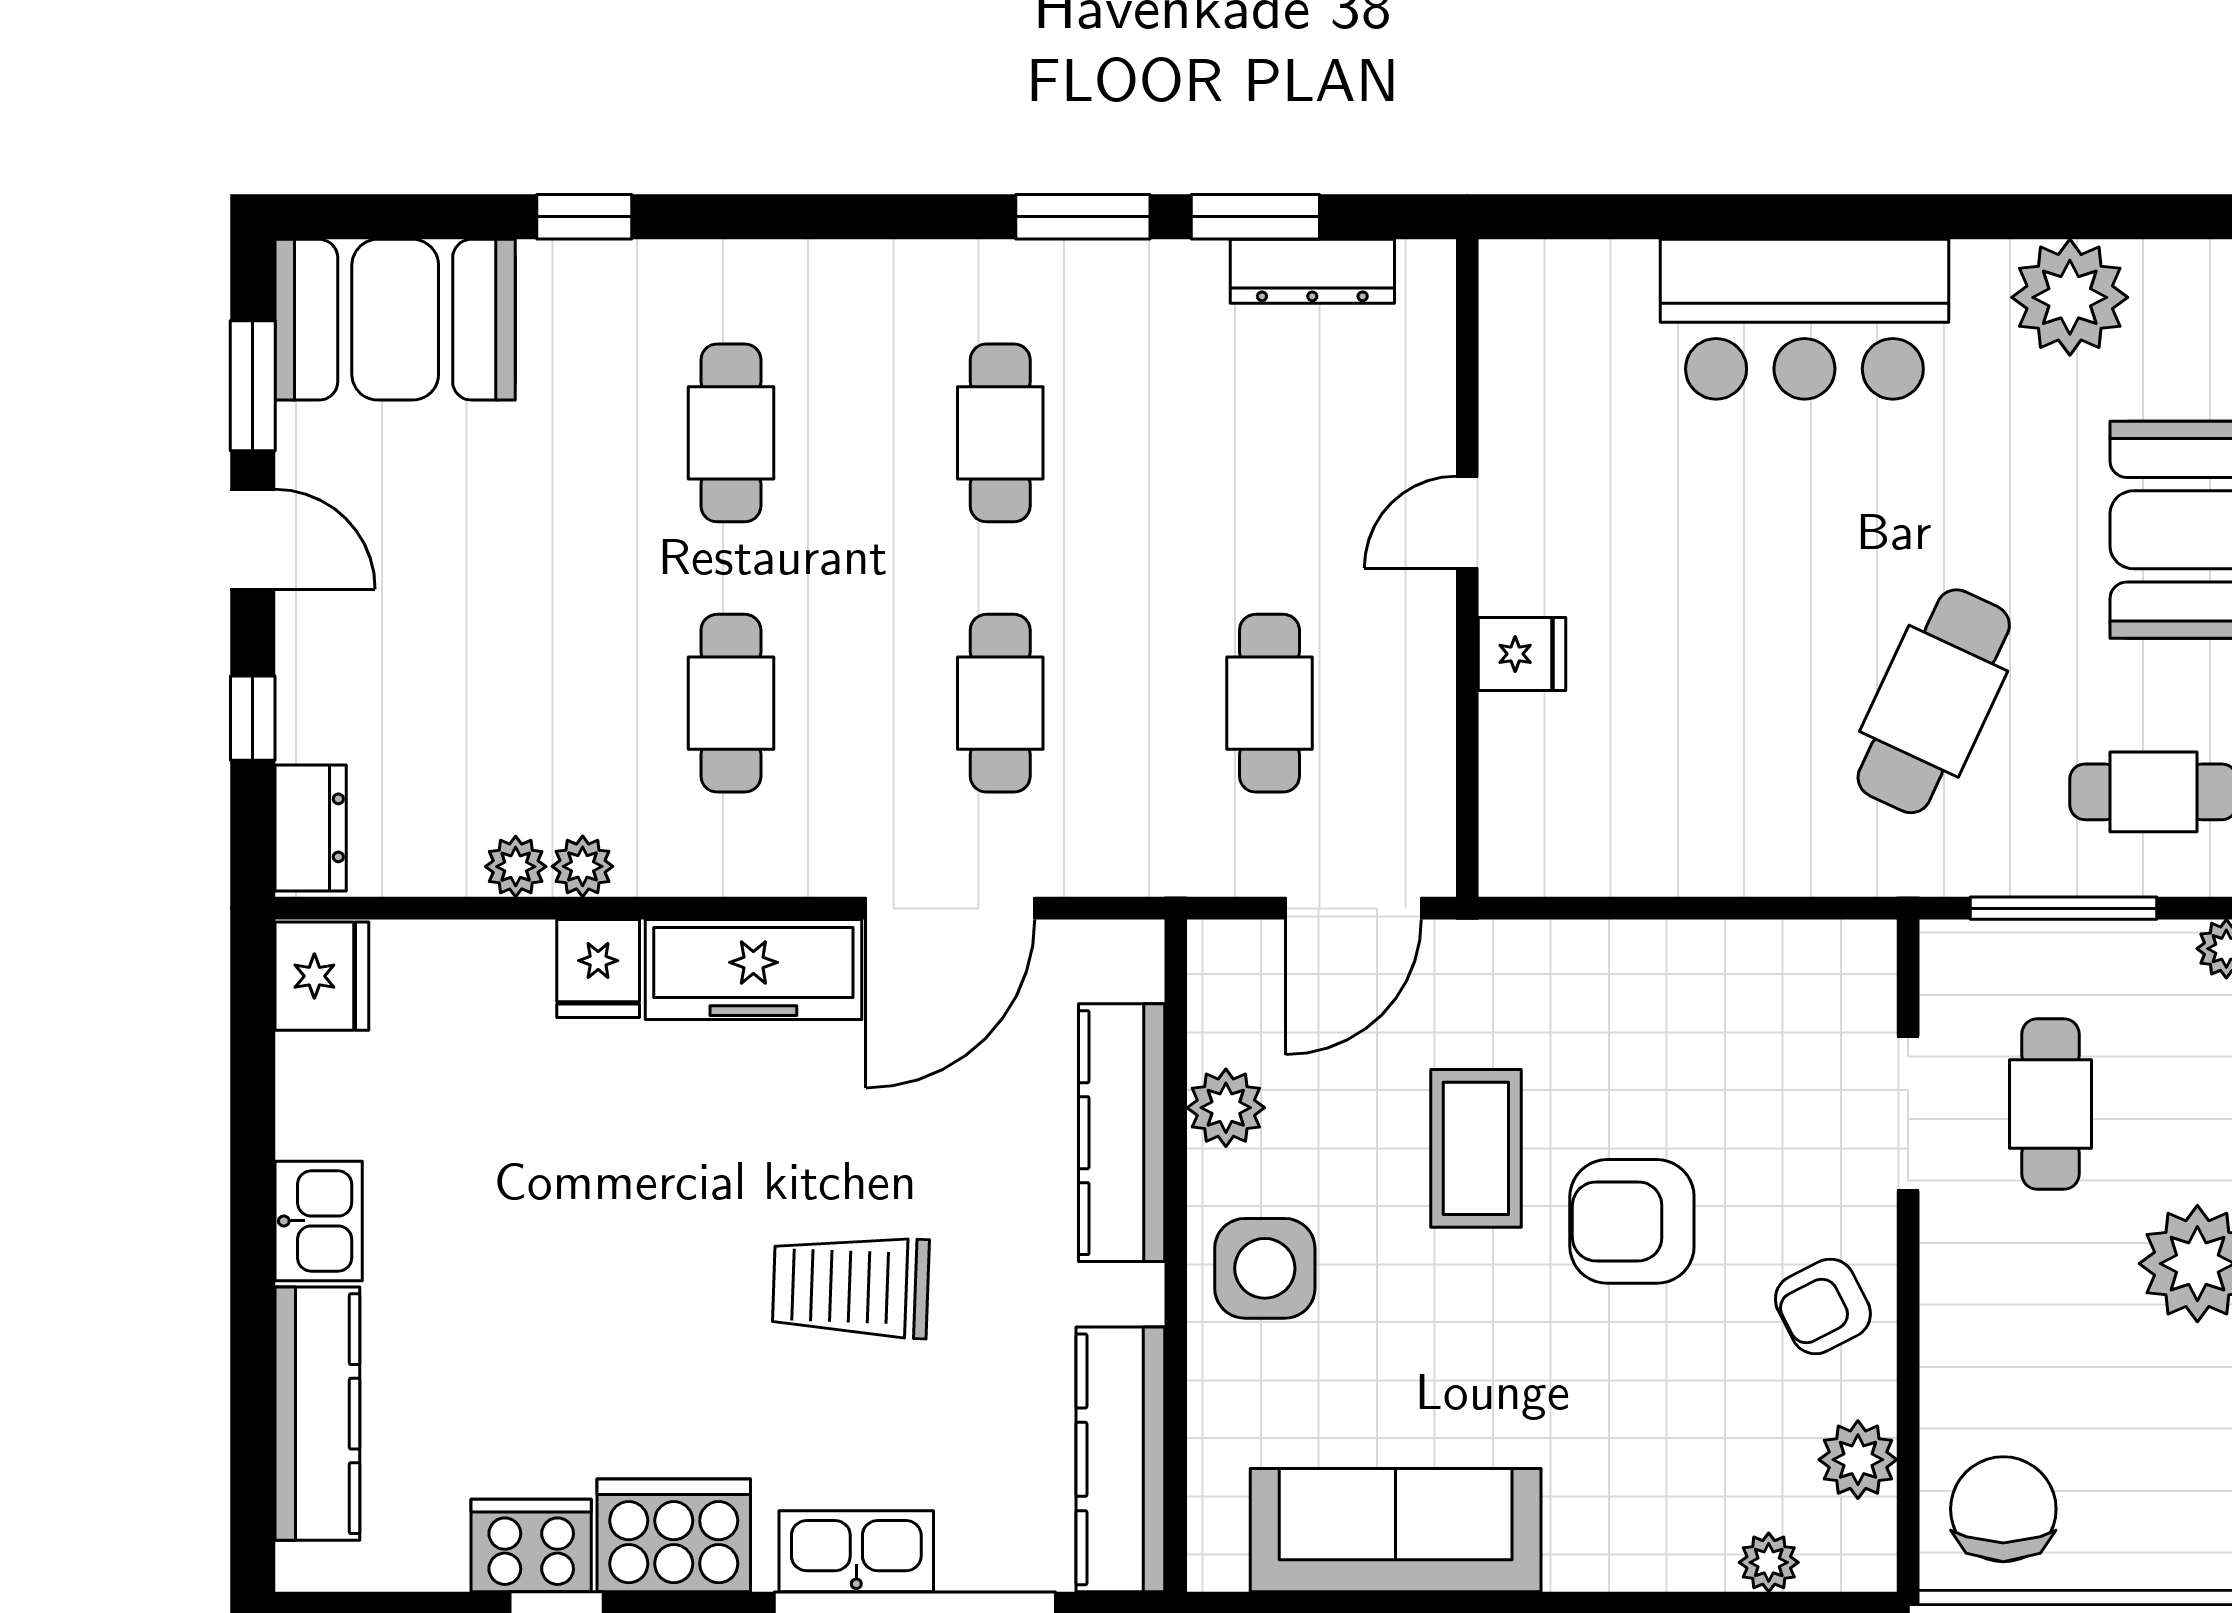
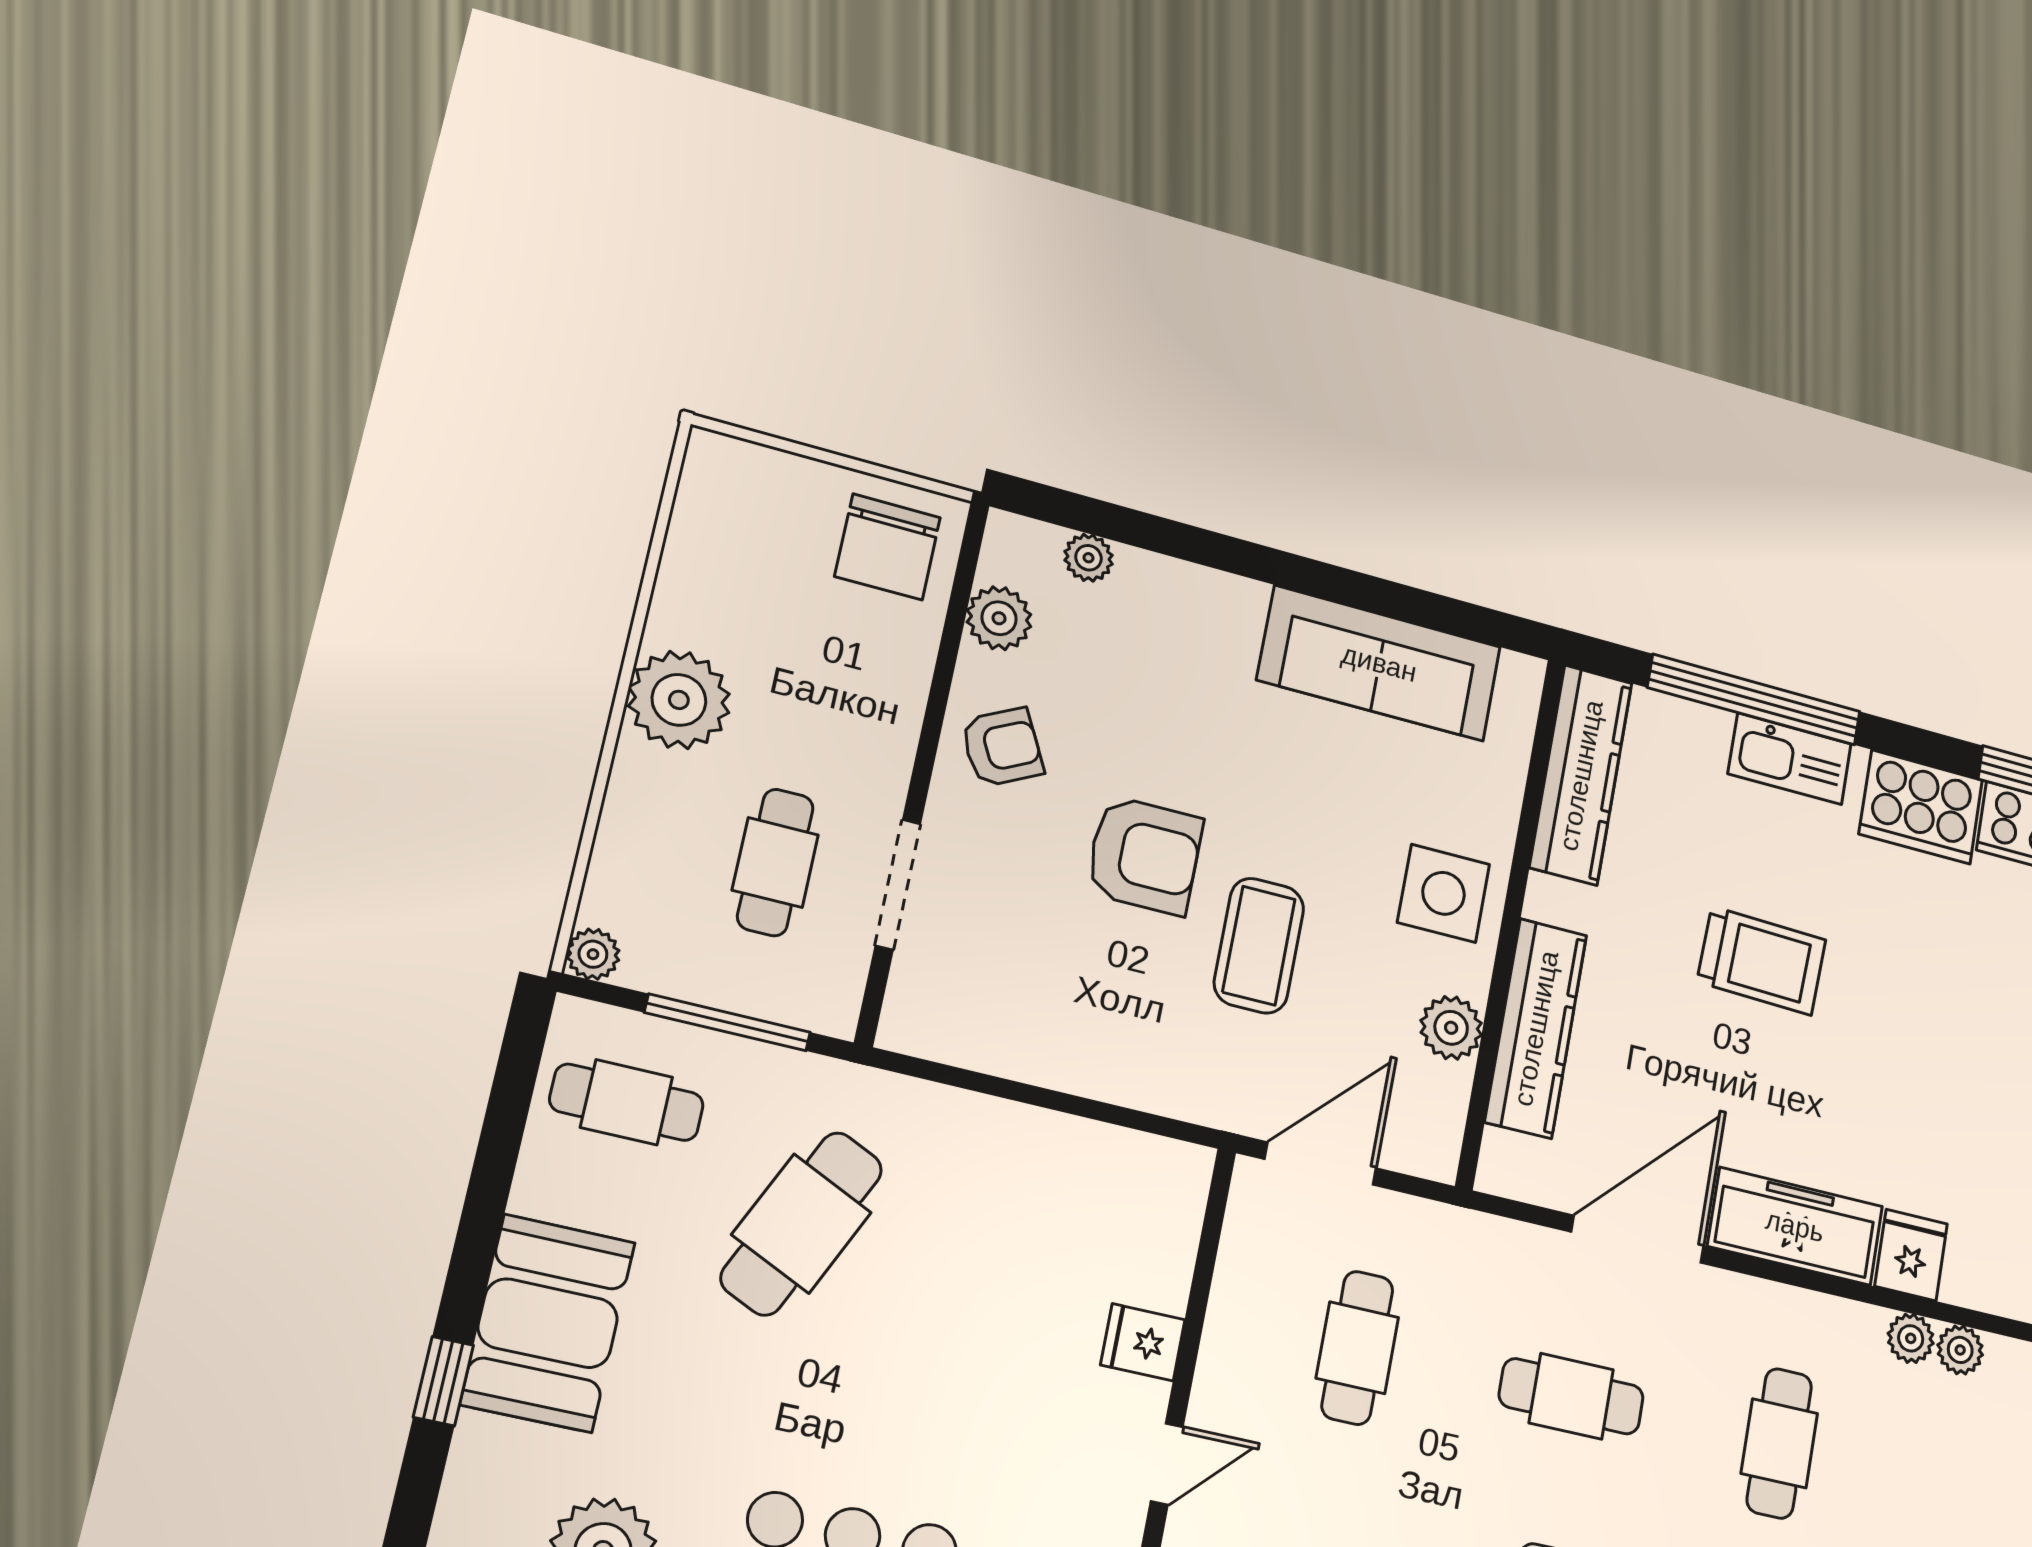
cafe table: (1000, 703) -> (1571, 1396), turned 90

